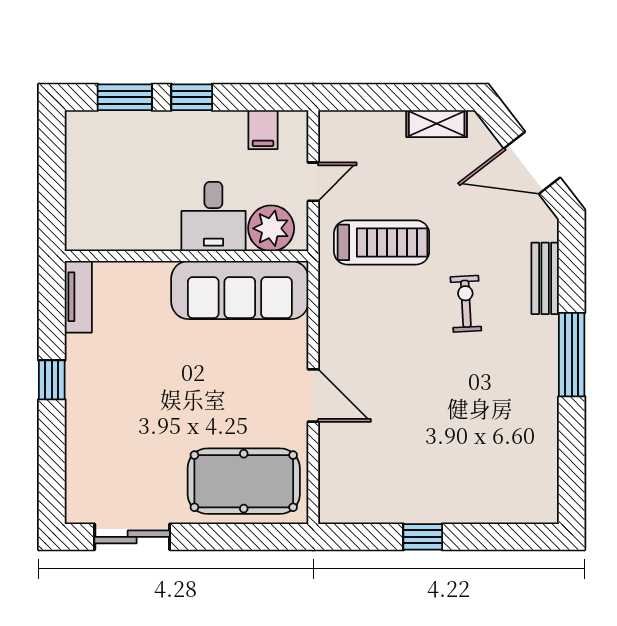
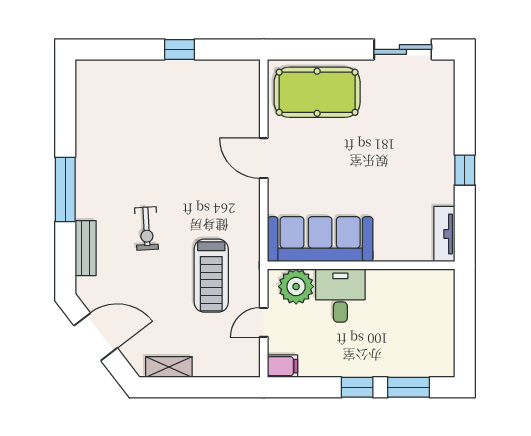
filing cabinet: (263, 130) -> (282, 366), moved, turned 90
treadmill: (382, 242) -> (211, 276), turned -90

